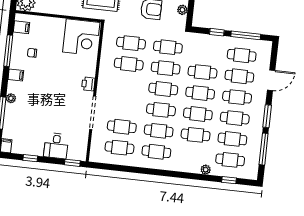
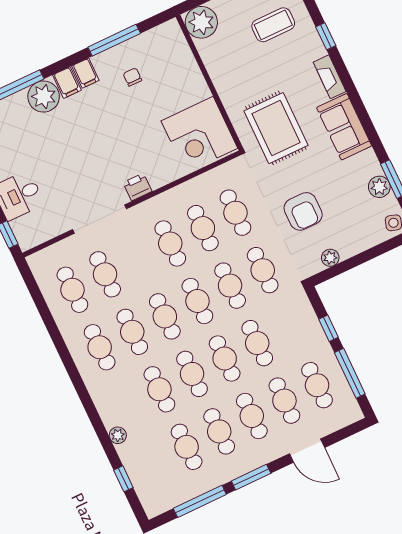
filing cabinet: (21, 27) -> (67, 83), moved
plant: (11, 98) -> (44, 97), width x1.87, depth x1.87
cafe table: (230, 160) -> (170, 243), moved

